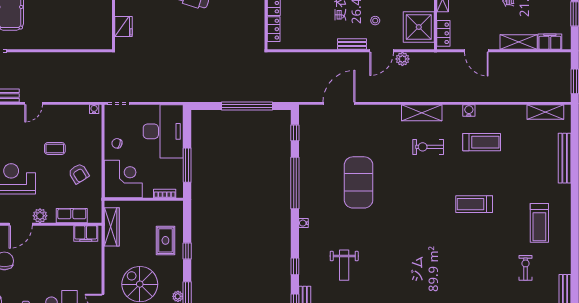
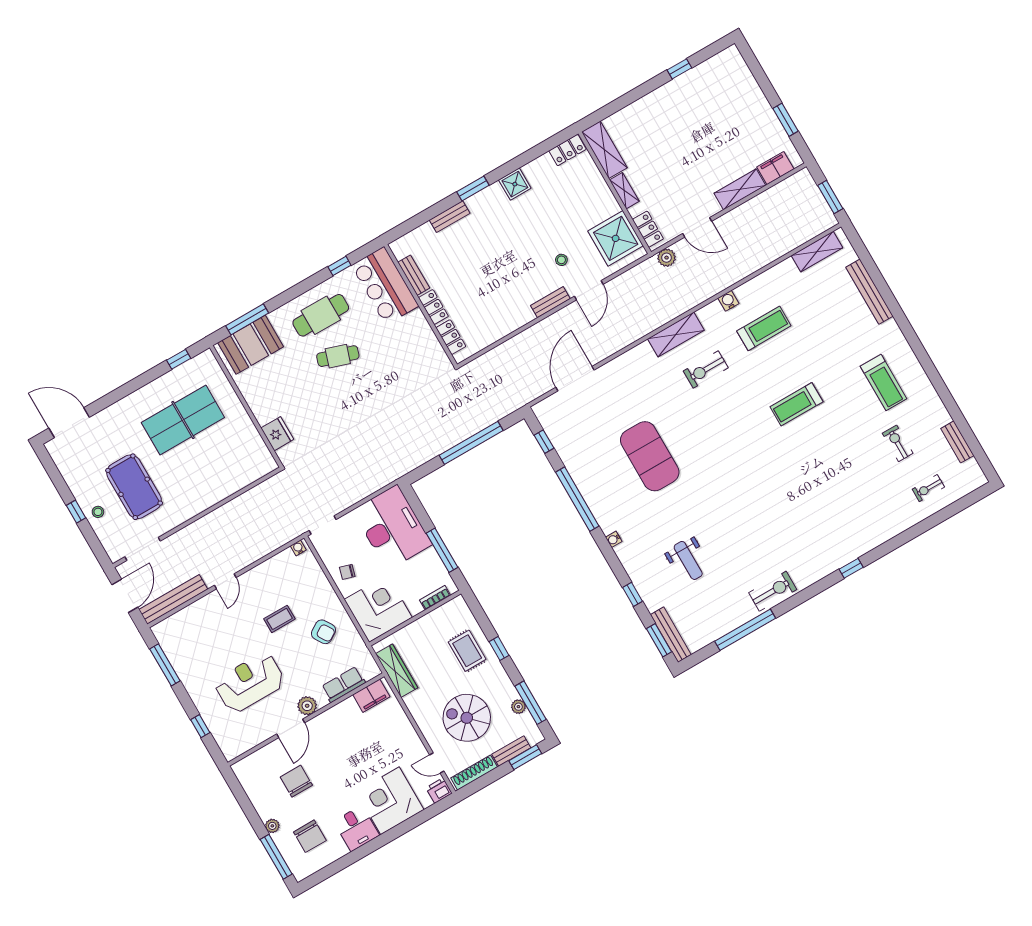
plant: (402, 59) -> (667, 258), moved

